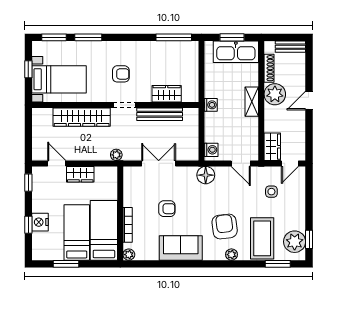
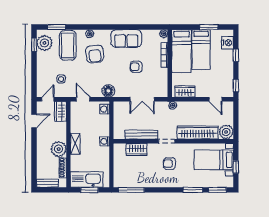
door: (309, 101) -> (34, 121), moved
plant: (42, 118) -> (226, 132), added
wardrobe: (80, 174) -> (185, 92), moved
nightstand: (40, 222) -> (227, 43), moved

